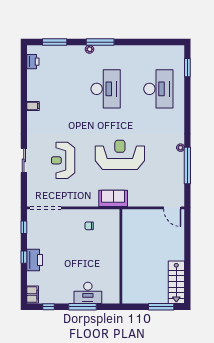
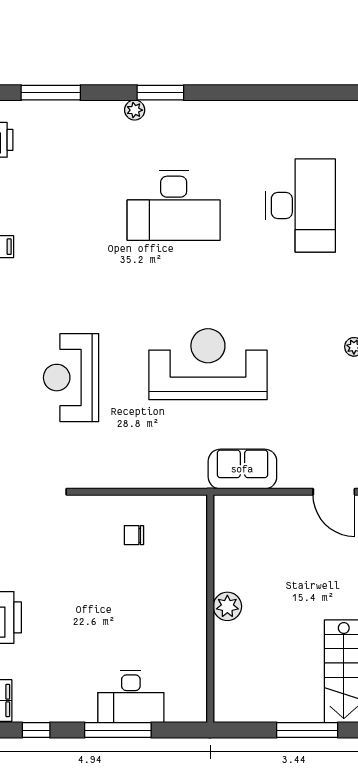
window: (100, 42) -> (160, 93), width x0.69
desk: (106, 89) -> (174, 205), turned 90
sofa: (113, 198) -> (242, 469), moved
plant: (128, 255) -> (227, 606), added

